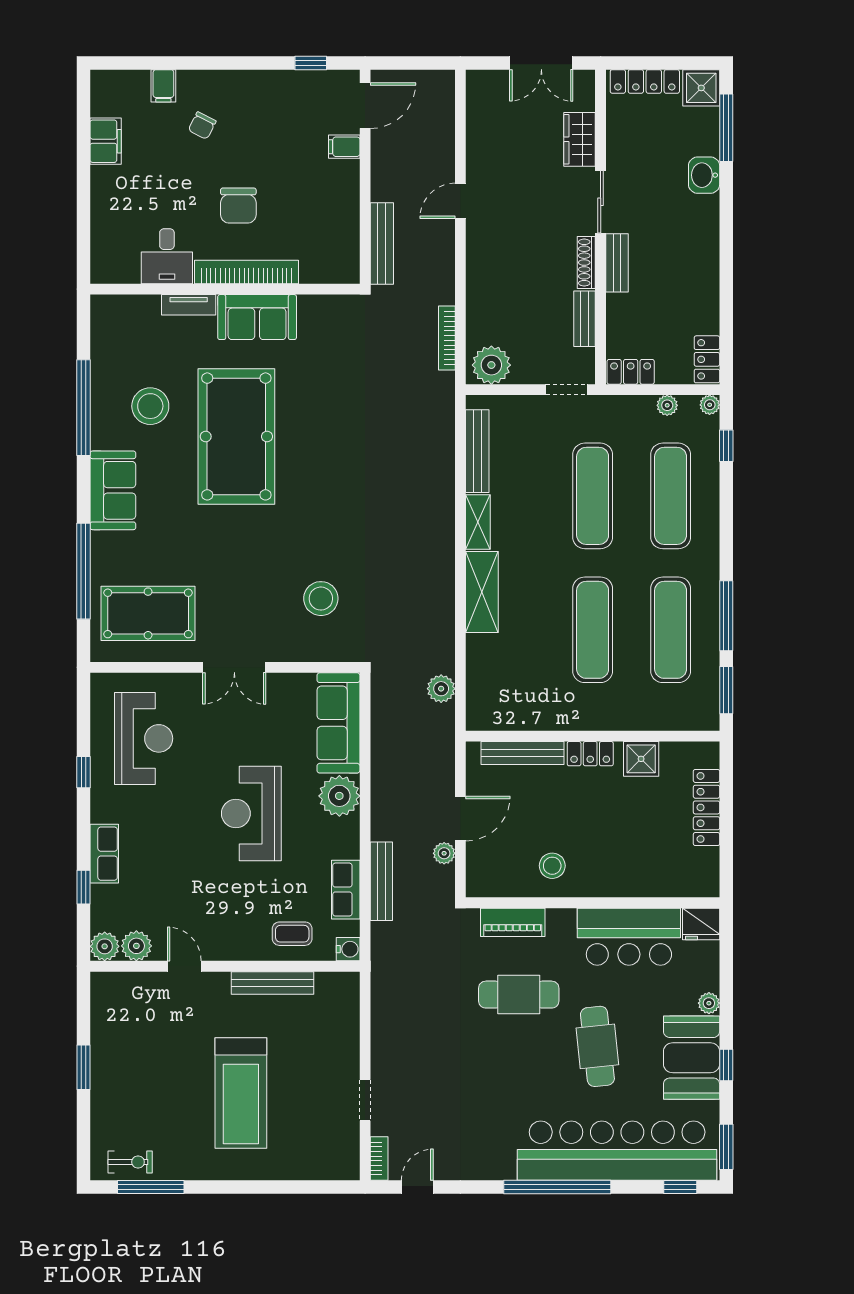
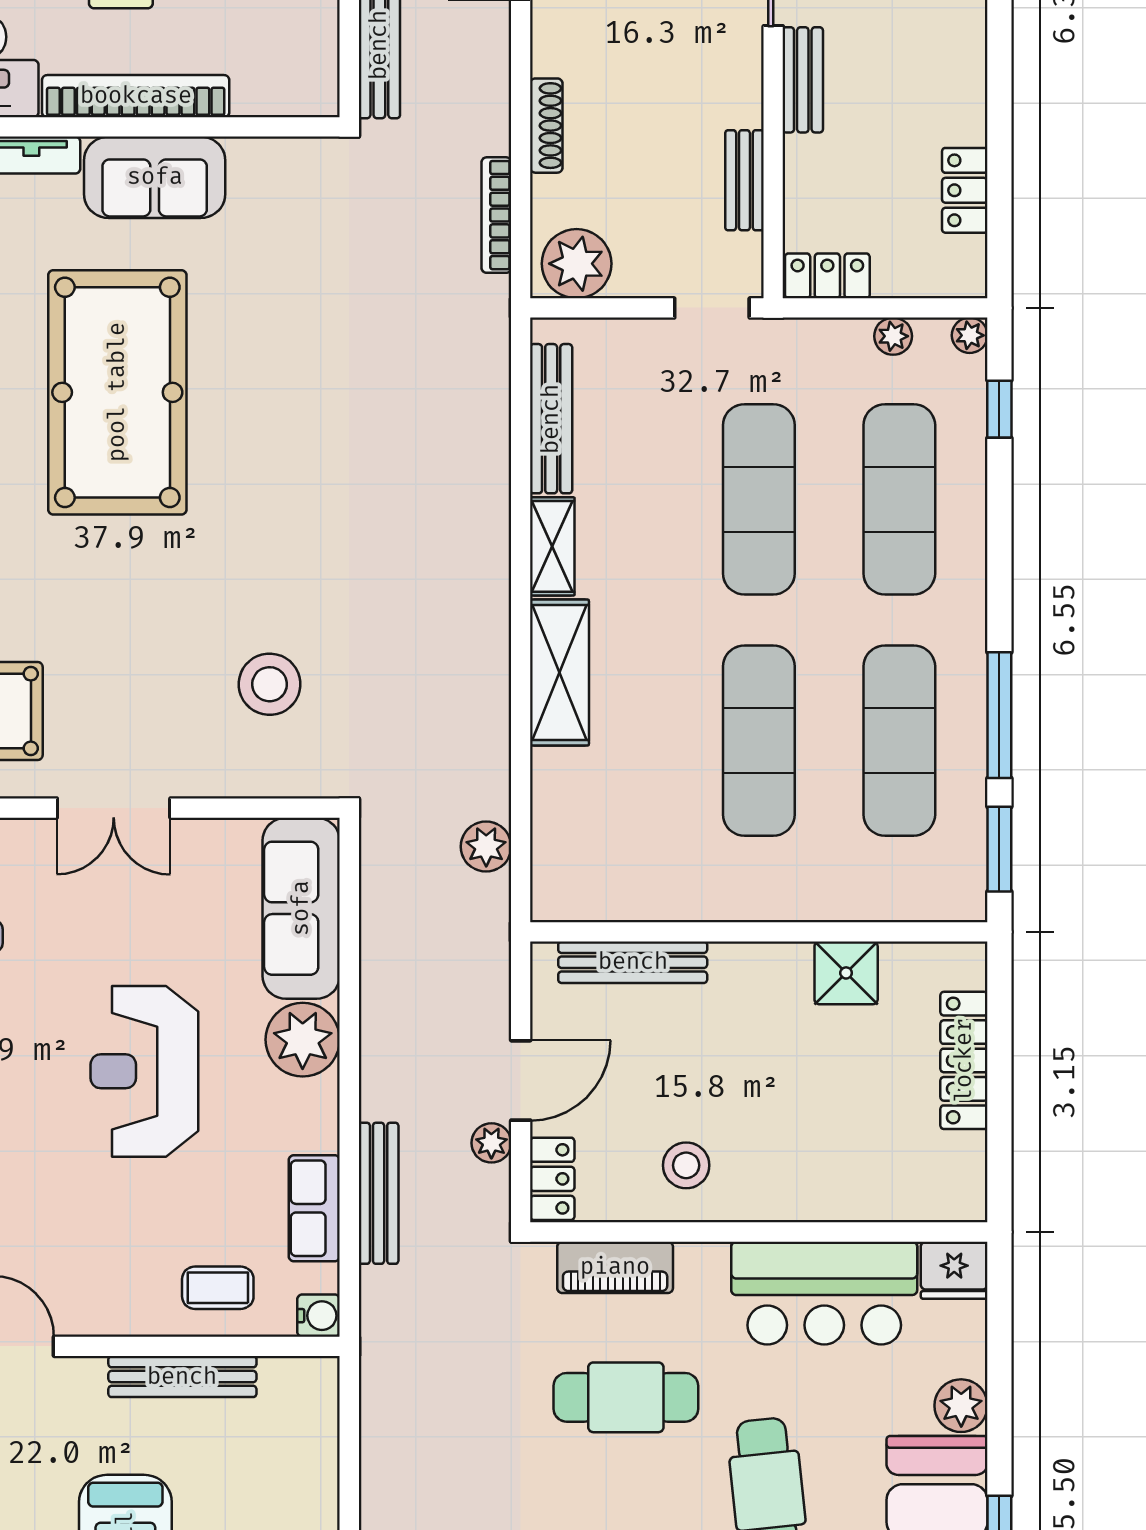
shoe rack: (586, 263) -> (546, 126), moved, turned 180
locker: (707, 359) -> (965, 190), moved
locker: (590, 754) -> (552, 1179), moved, turned -90
plant: (709, 1003) -> (961, 1406), width x1.38, depth x1.38

